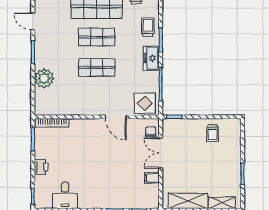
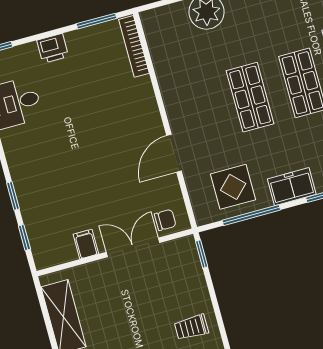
display table: (145, 103) -> (233, 187), moved

